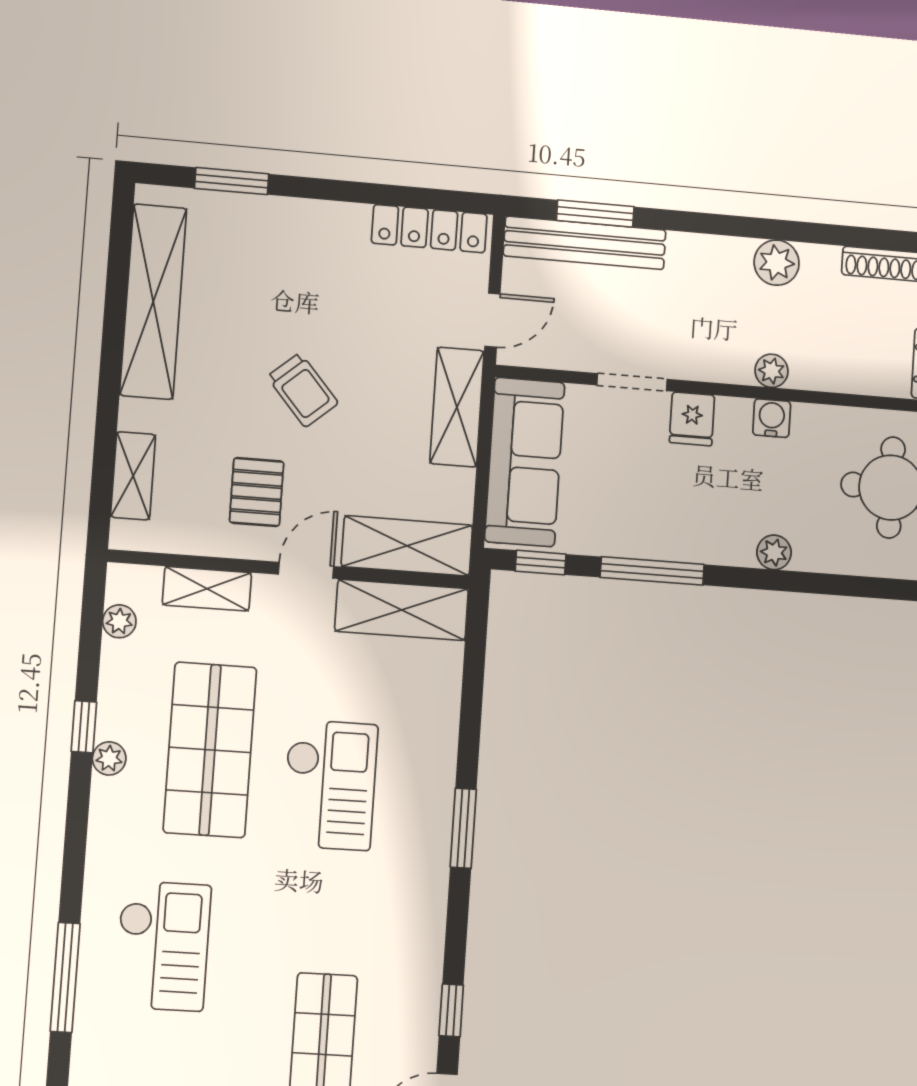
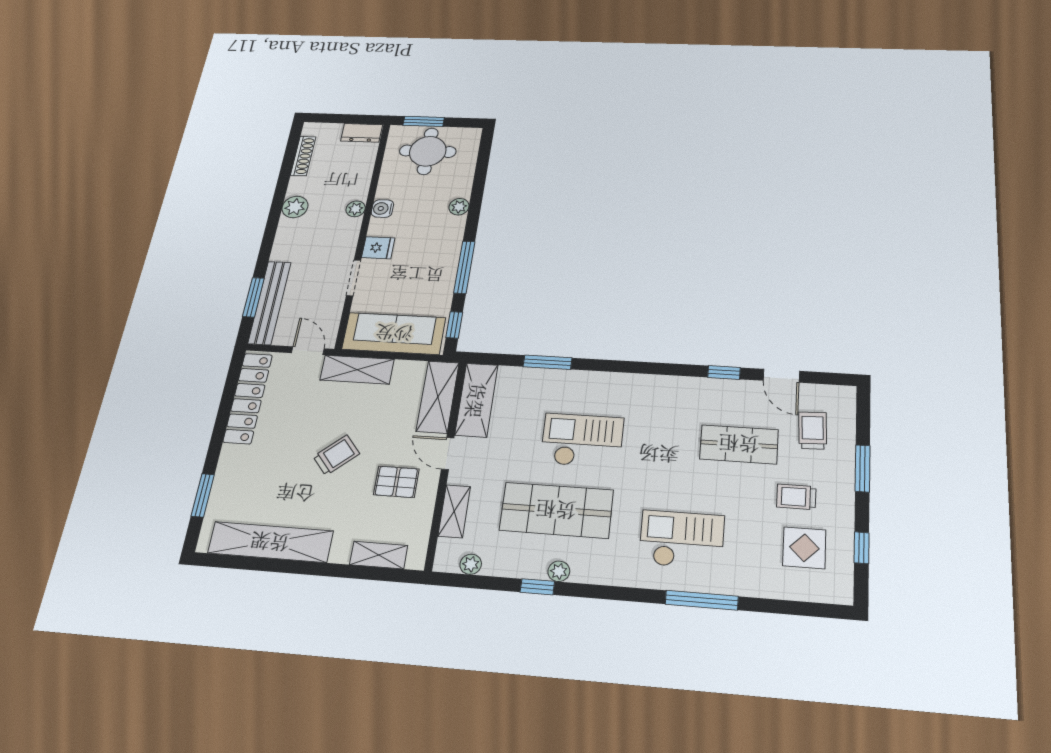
locker: (429, 229) -> (248, 398), width x1.41, depth x1.21
window: (463, 828) -> (547, 362), moved

